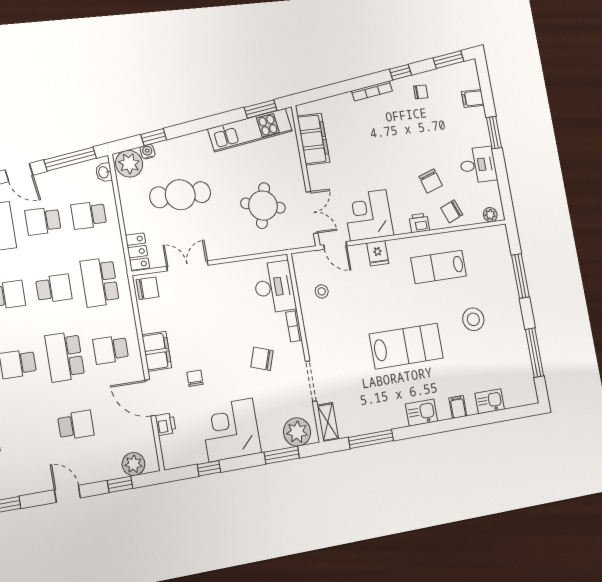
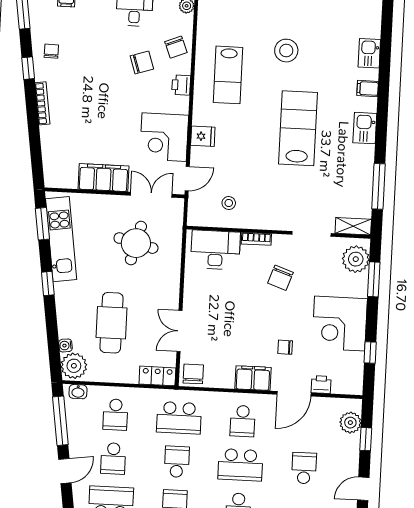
window: (154, 137) -> (48, 283), moved
filing cabinet: (313, 139) -> (104, 178), moved

